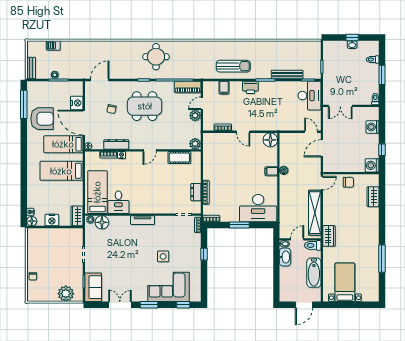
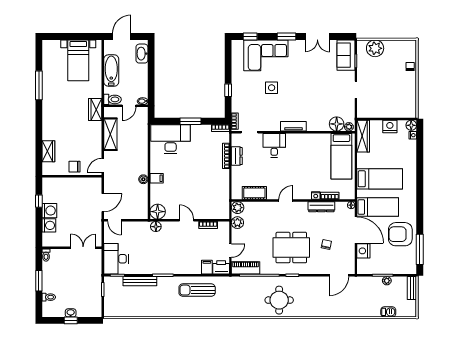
printer: (250, 87) -> (221, 267), moved
plant: (195, 116) -> (237, 223), moved
floor lamp: (272, 126) -> (156, 227), added
washing machine: (372, 165) -> (49, 211), moved
desk: (118, 202) -> (274, 145), moved
shelving: (315, 213) -> (110, 134), width x0.68
wardrobe: (77, 216) -> (363, 136), width x1.50
washbasin: (285, 257) -> (142, 54), moved

